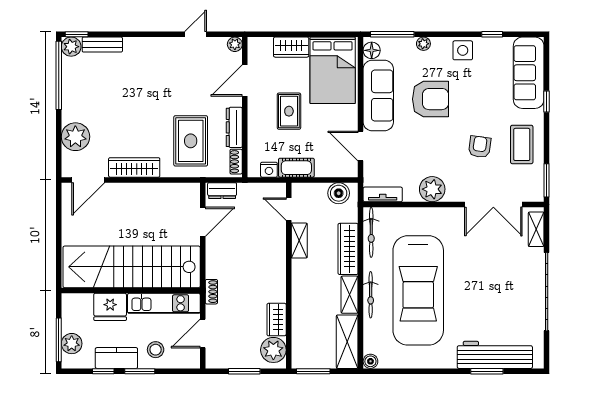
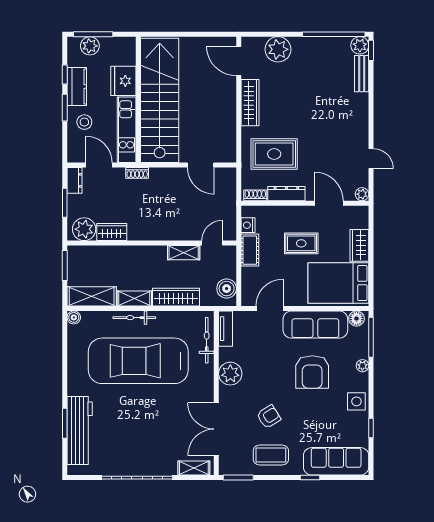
armchair: (480, 147) -> (269, 417), turned -40
dresser: (222, 191) -> (75, 180), moved, turned 180
bicycle: (371, 232) -> (207, 340), moved, turned 90

